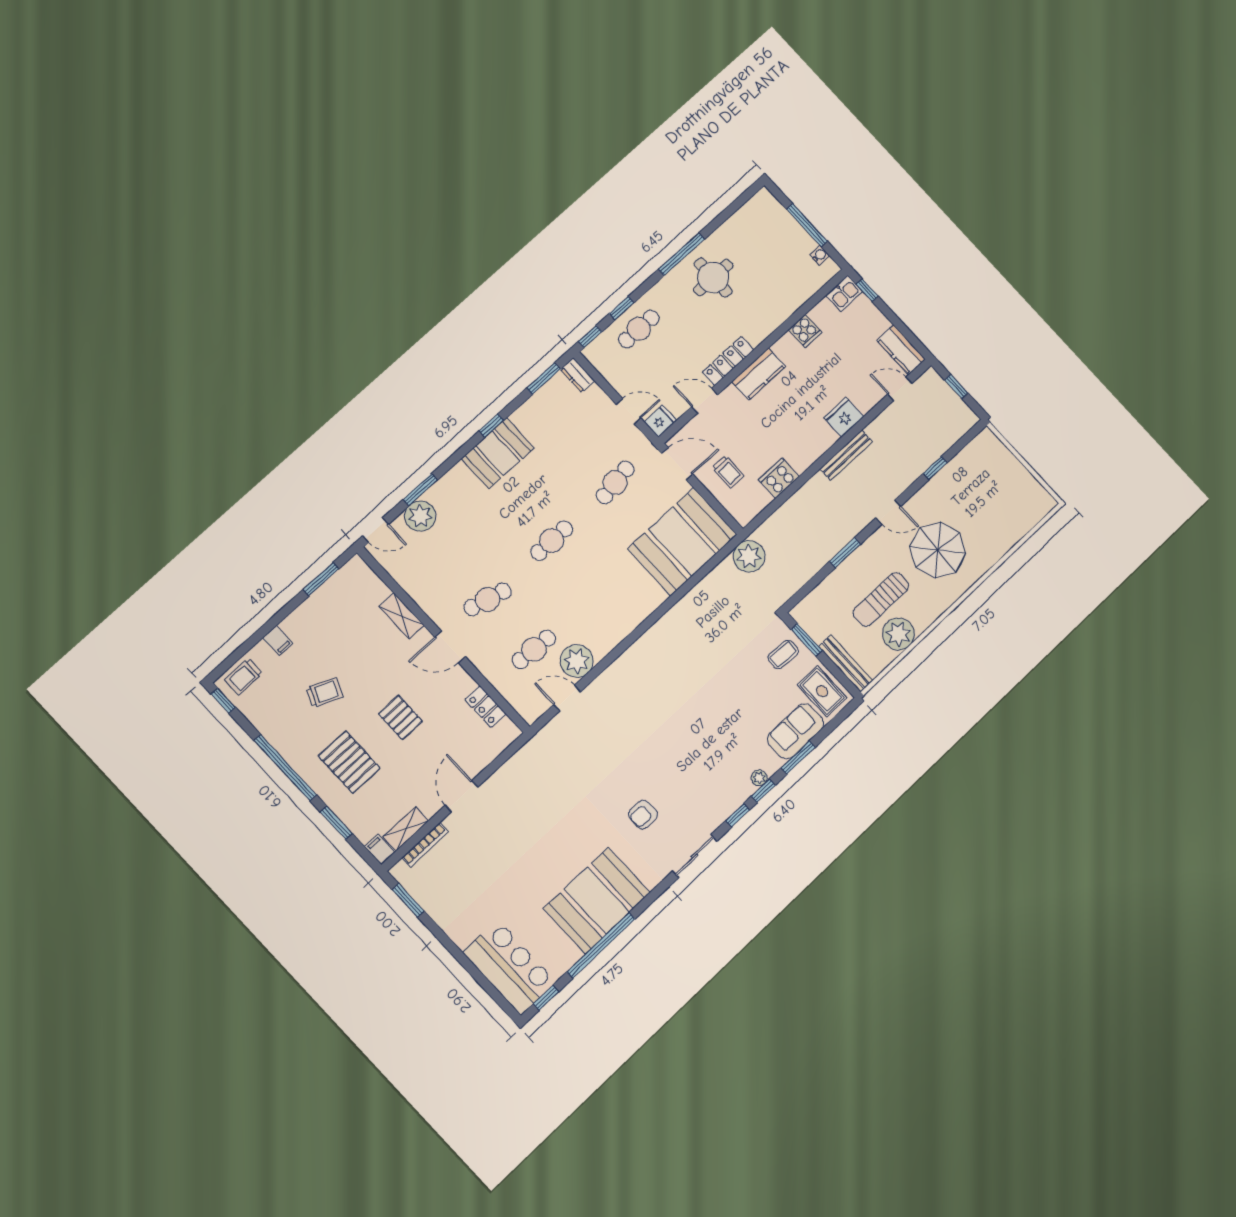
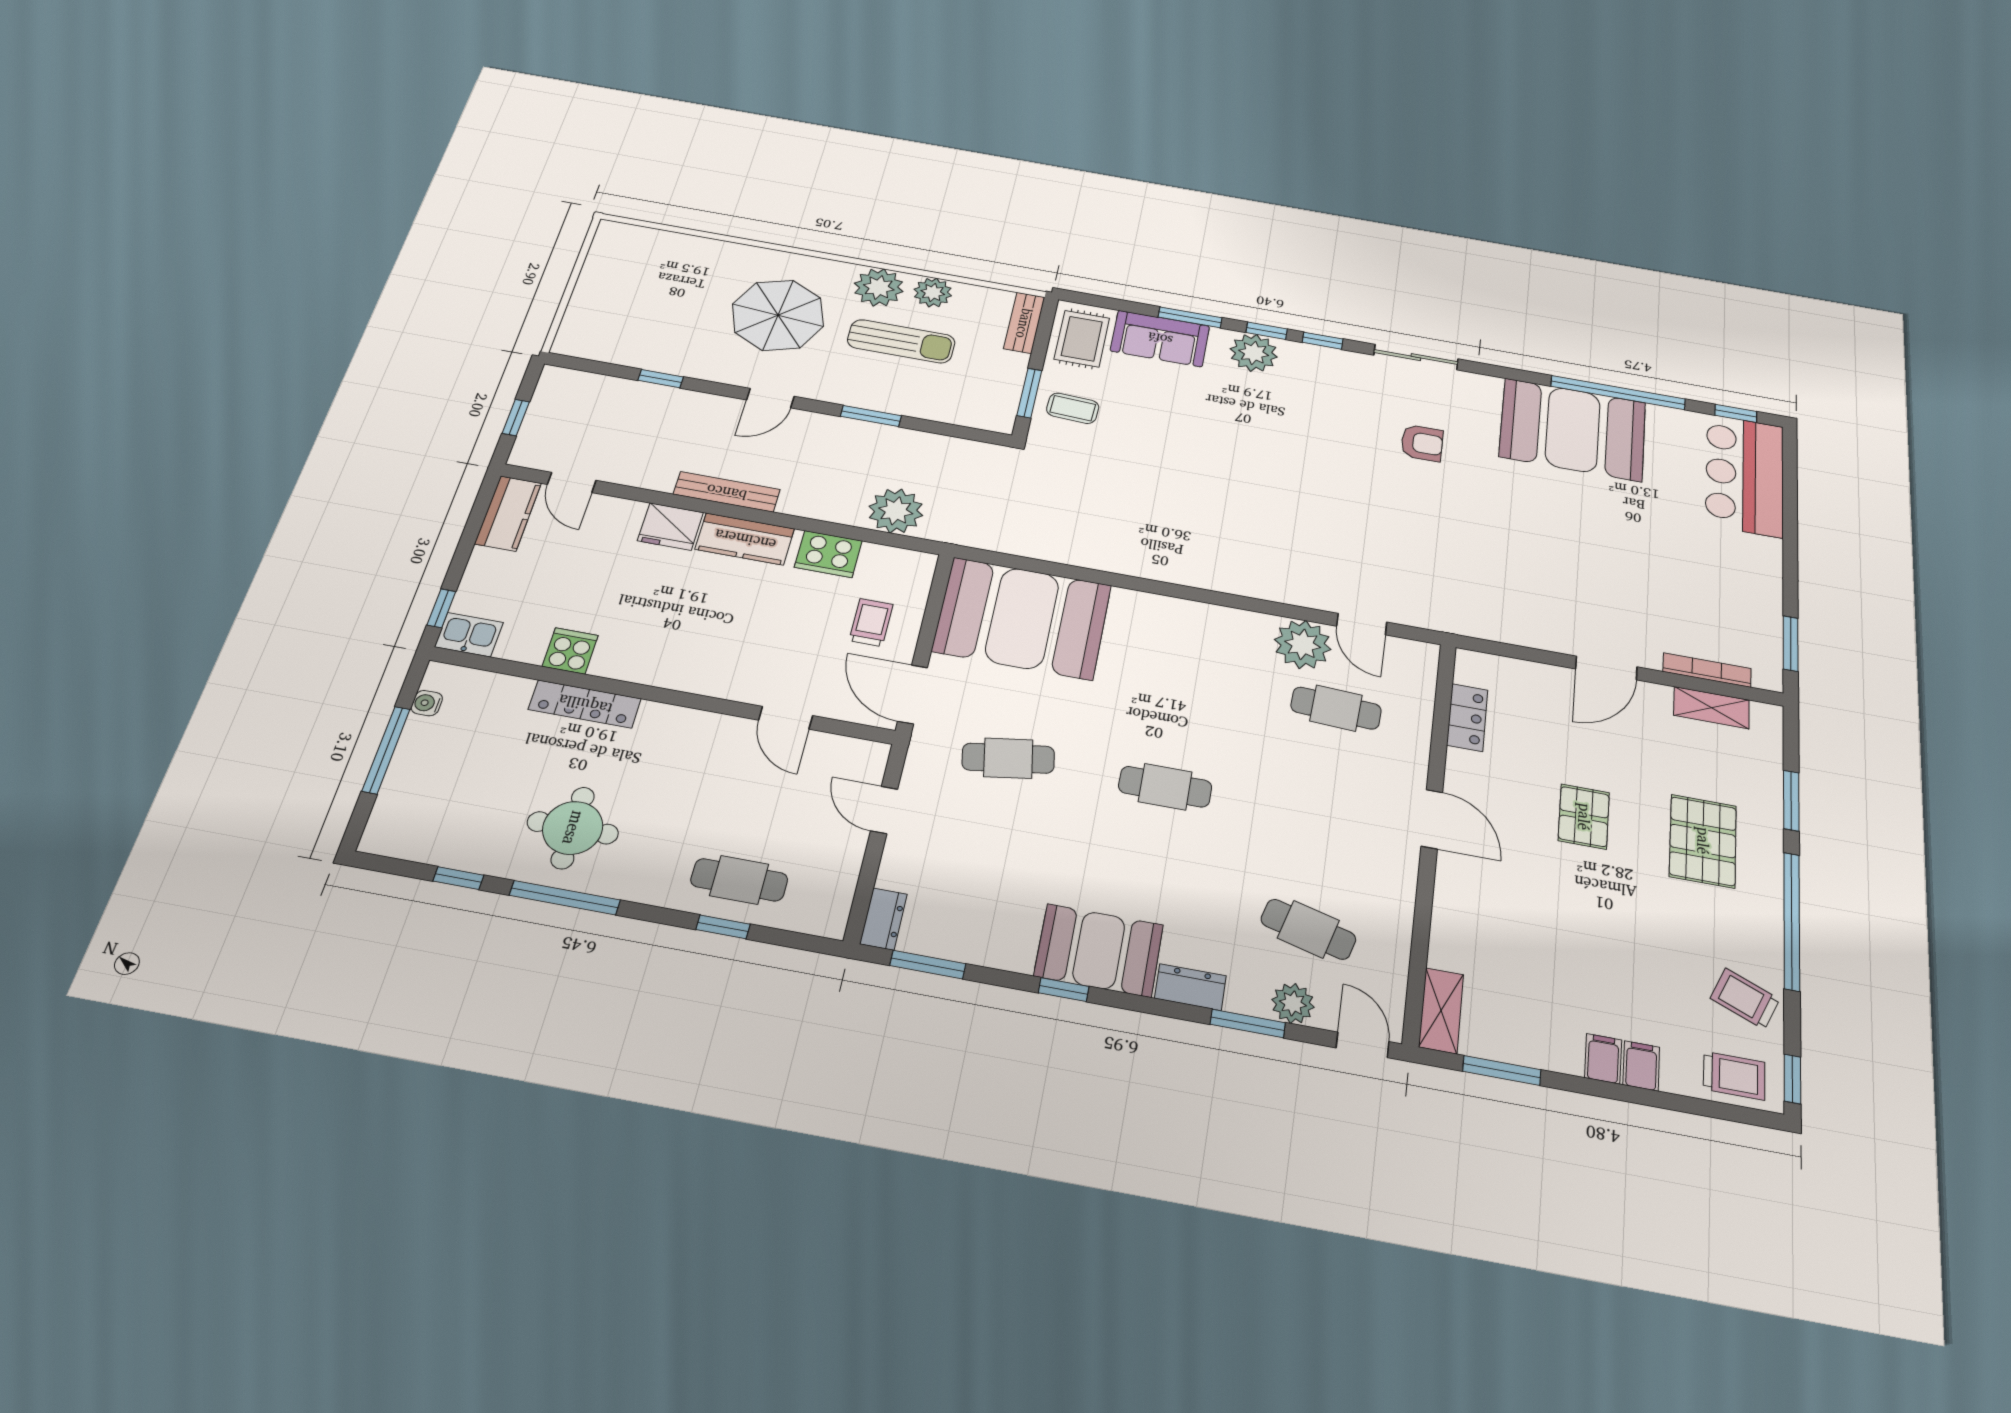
window: (590, 337) -> (458, 878), moved
locker: (728, 361) -> (585, 704), moved
kitchen counter: (759, 374) -> (745, 539), moved, turned 180
fridge: (660, 421) -> (865, 757), removed
dresser: (453, 479) -> (1190, 987), added
door: (888, 512) -> (770, 398), swing flipped
plant: (420, 516) -> (1293, 1003), width x0.73, depth x0.73
plant: (749, 556) -> (896, 511), moved
cafe table: (488, 599) -> (1308, 929), moved
plant: (923, 612) -> (879, 287), added
shelving: (402, 616) -> (1441, 1011), moved
plant: (898, 634) -> (933, 292), width x0.73, depth x0.73
bench: (846, 663) -> (1024, 323), width x0.73
trolley: (324, 693) -> (1745, 999), moved
plant: (759, 778) -> (1254, 353), width x1.87, depth x1.87
filing cabinet: (380, 849) -> (1603, 1059), moved, turned 180

